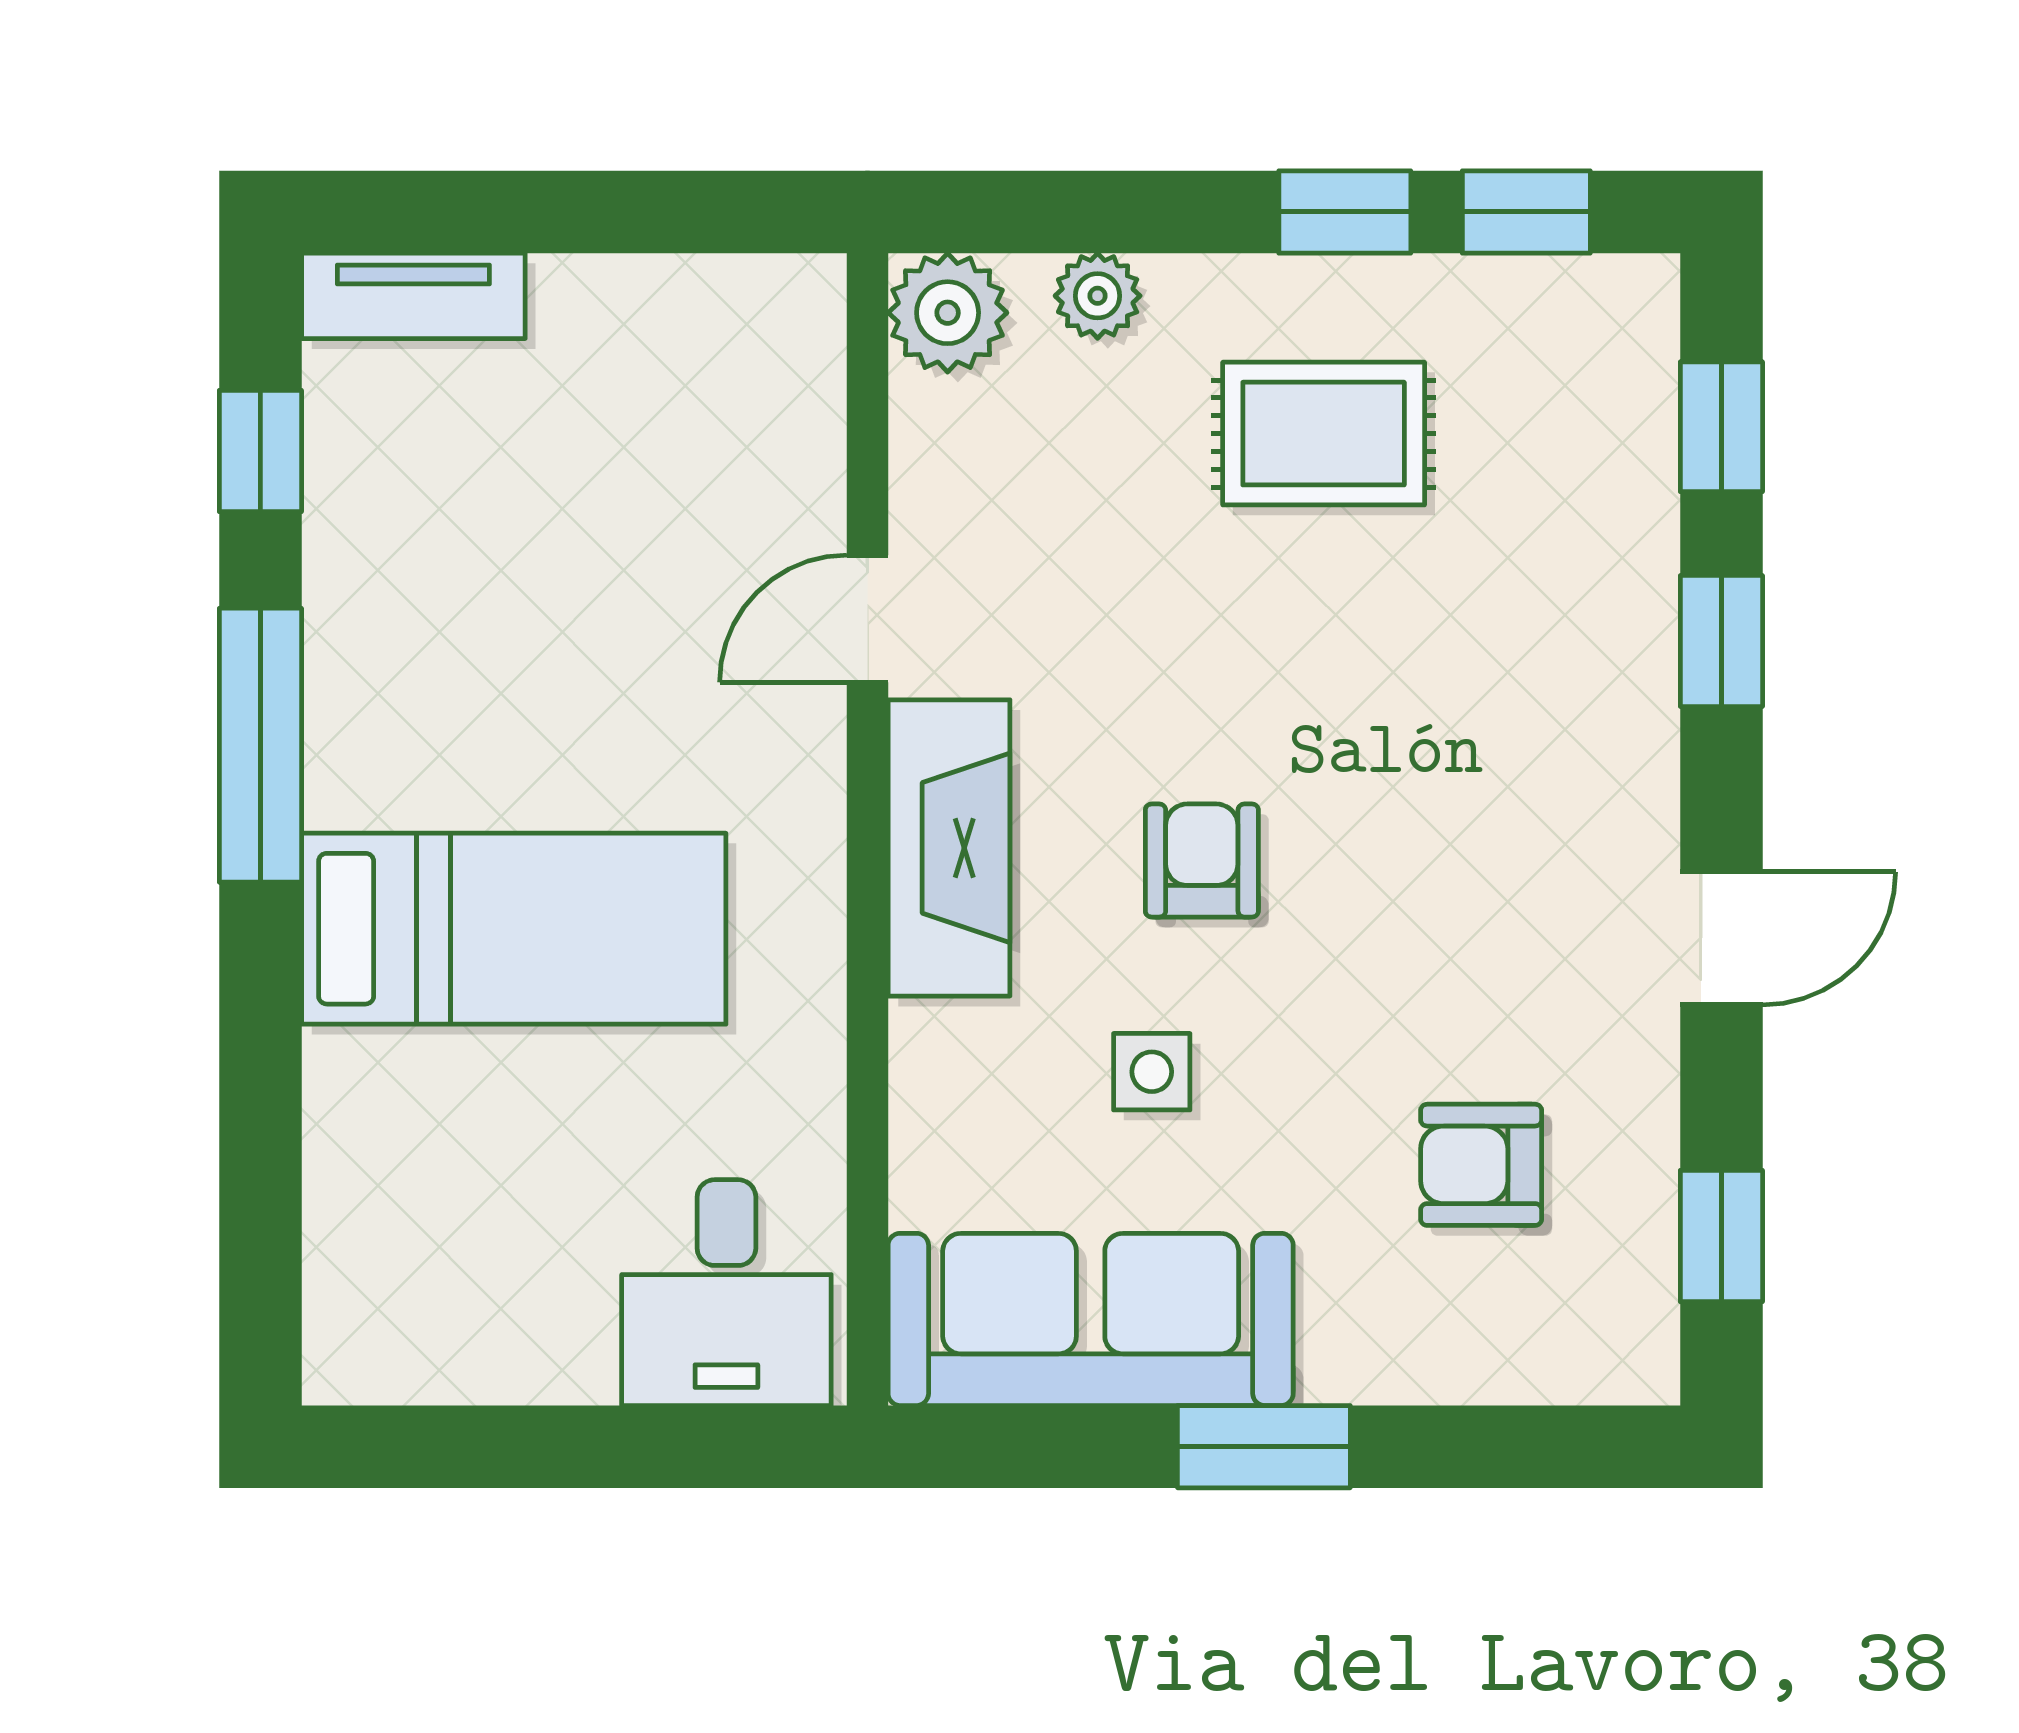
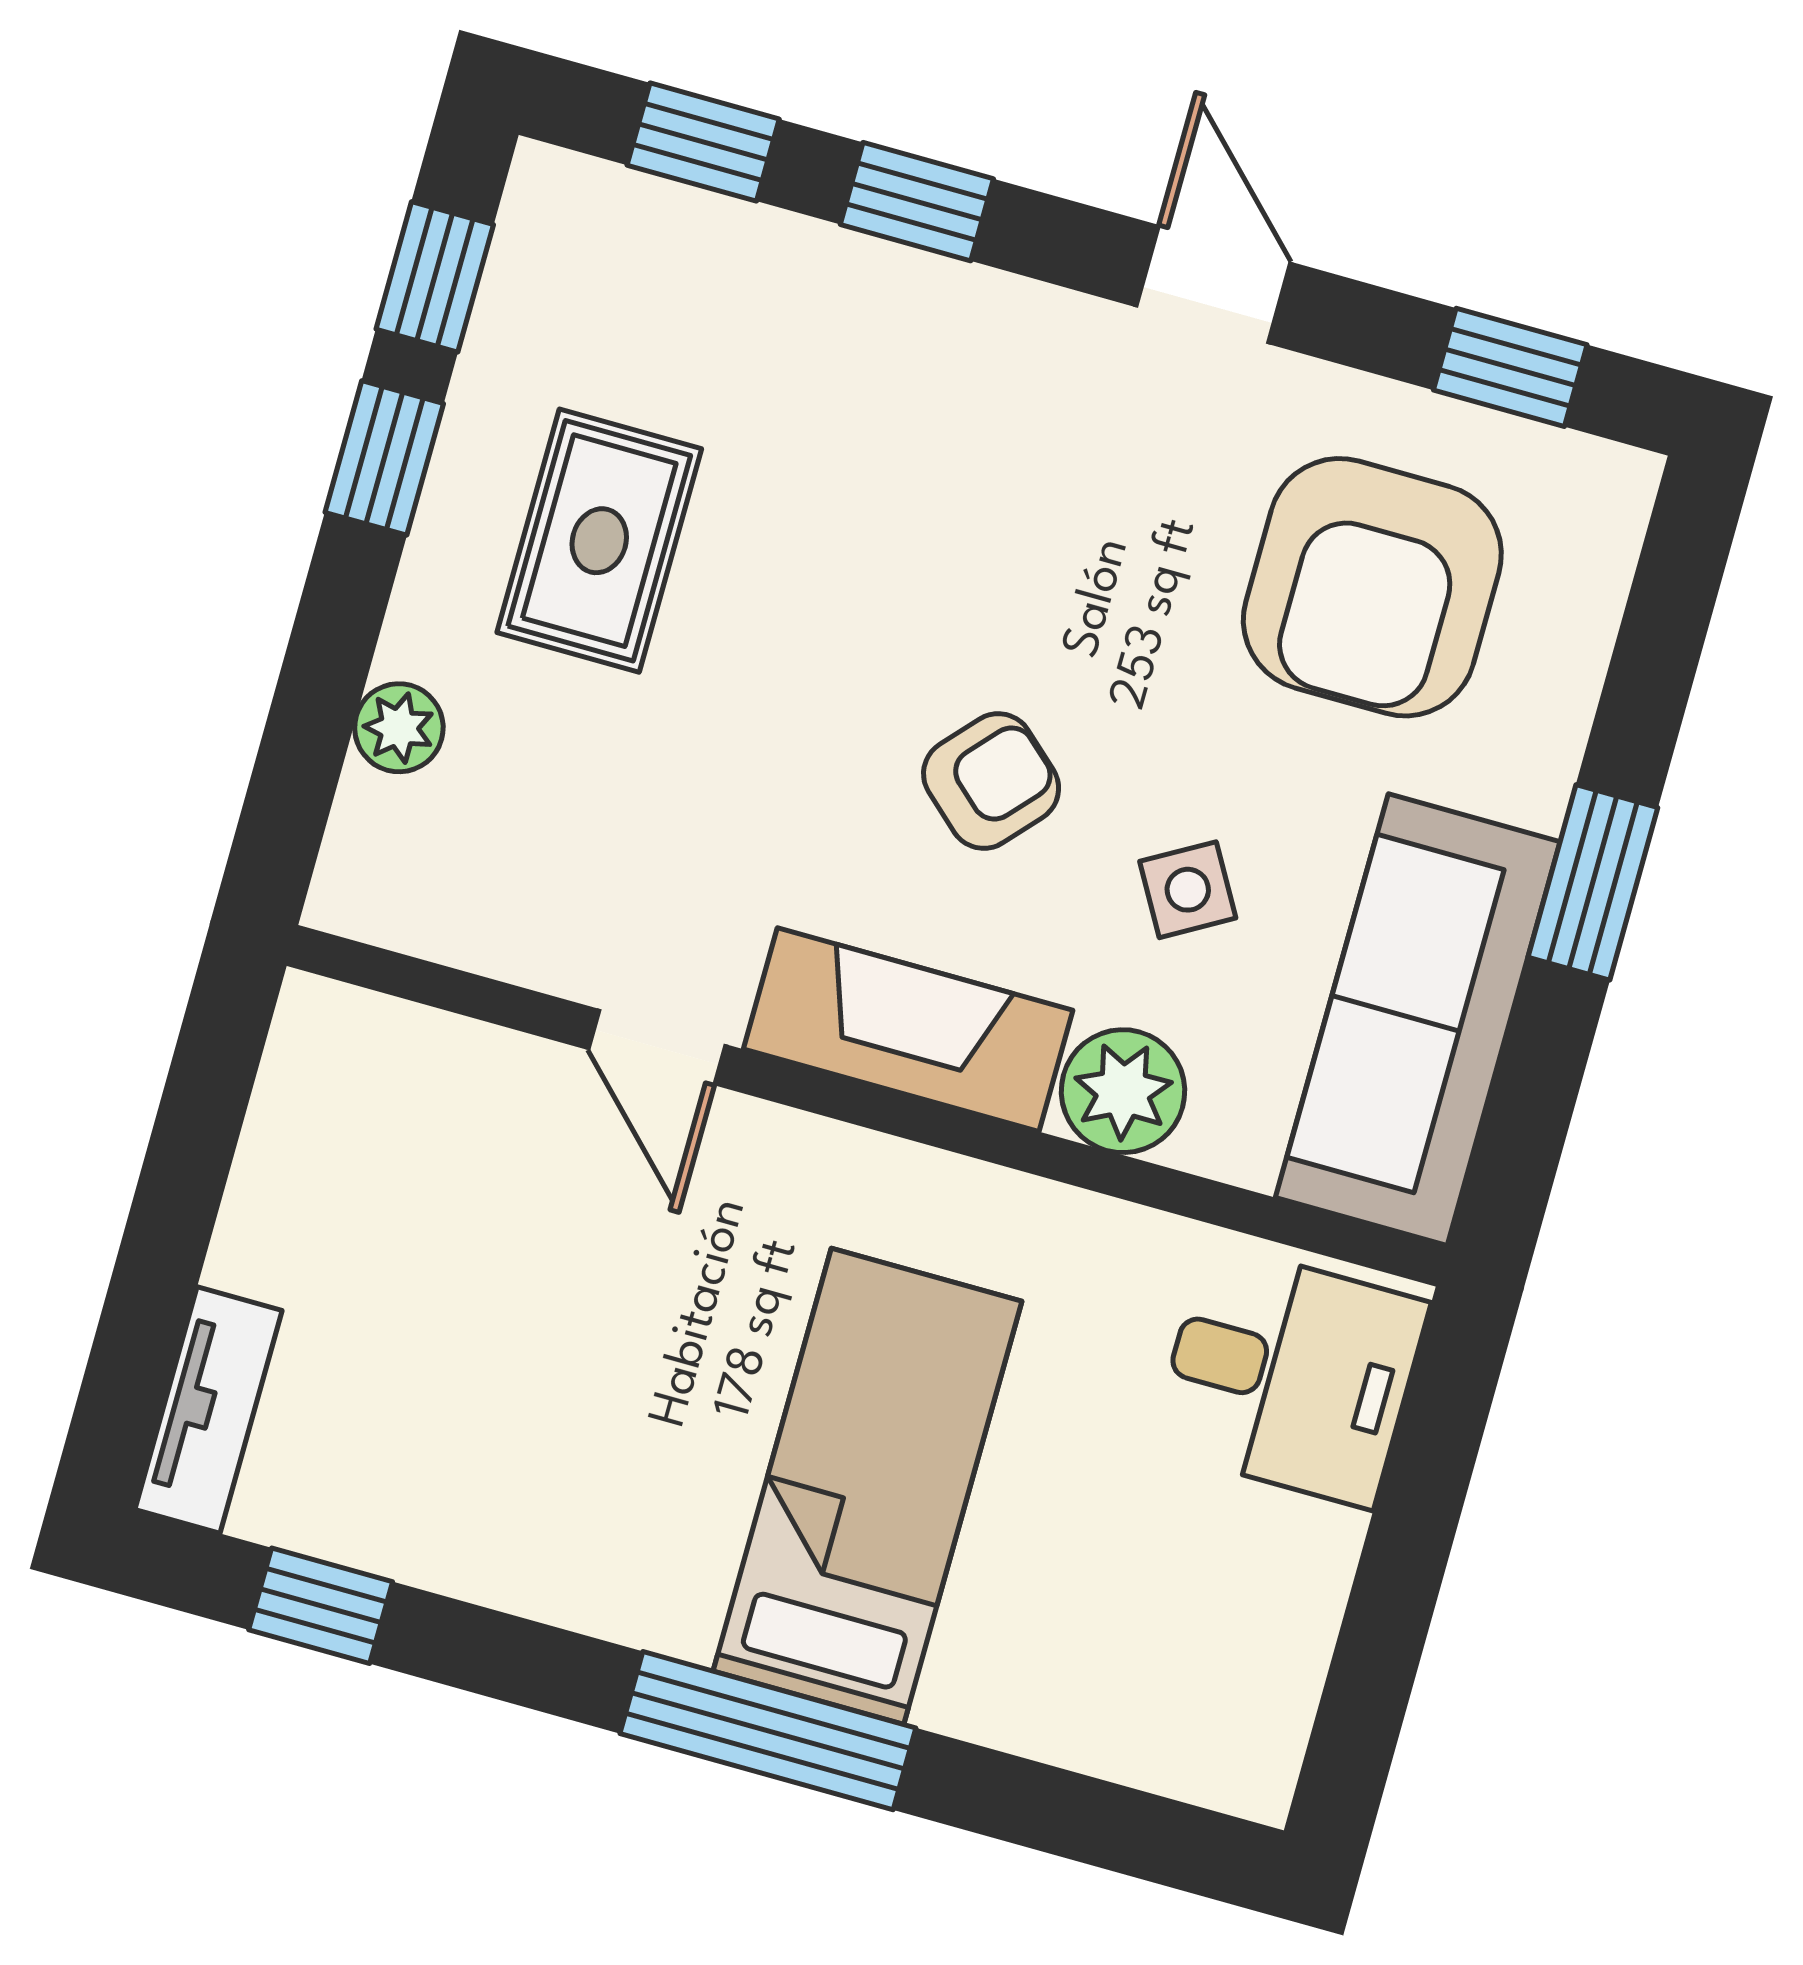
plant: (948, 313) -> (1123, 1091), moved
window: (260, 745) -> (768, 1731), moved
armchair: (1202, 860) -> (991, 781), turned 132
side table: (1152, 1072) -> (1188, 890), turned -30
armchair: (1481, 1165) -> (1372, 587), width x1.88, depth x1.88

